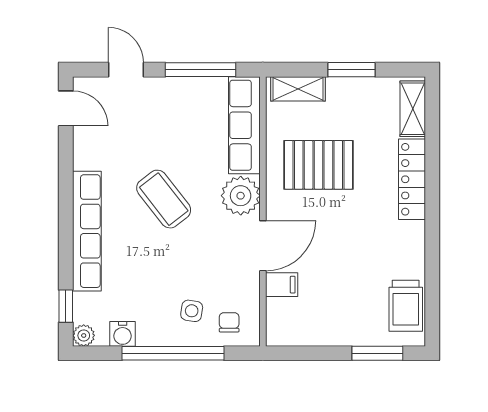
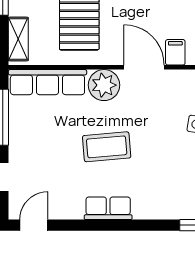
coffee table: (164, 199) -> (107, 147), turned 33
row of seats: (87, 231) -> (108, 208), width x0.50

